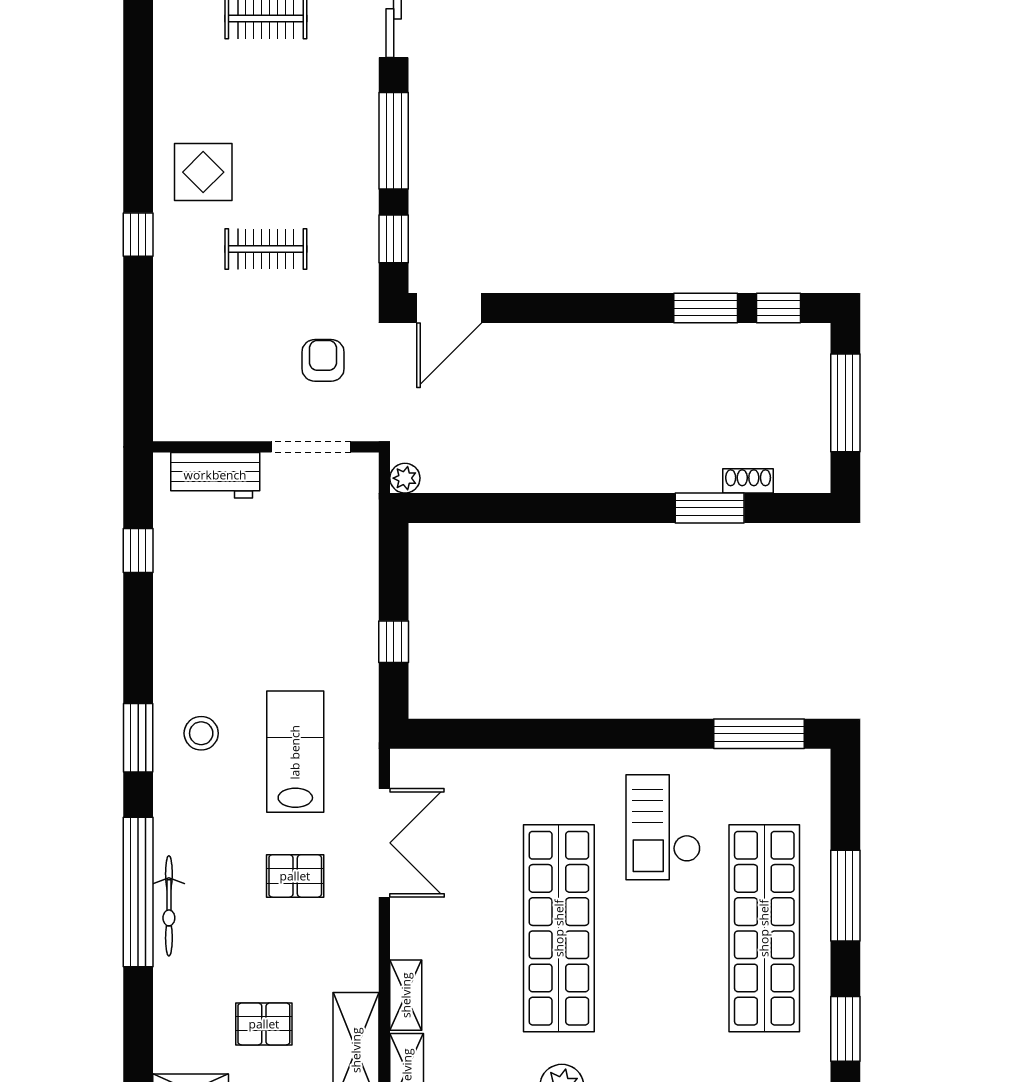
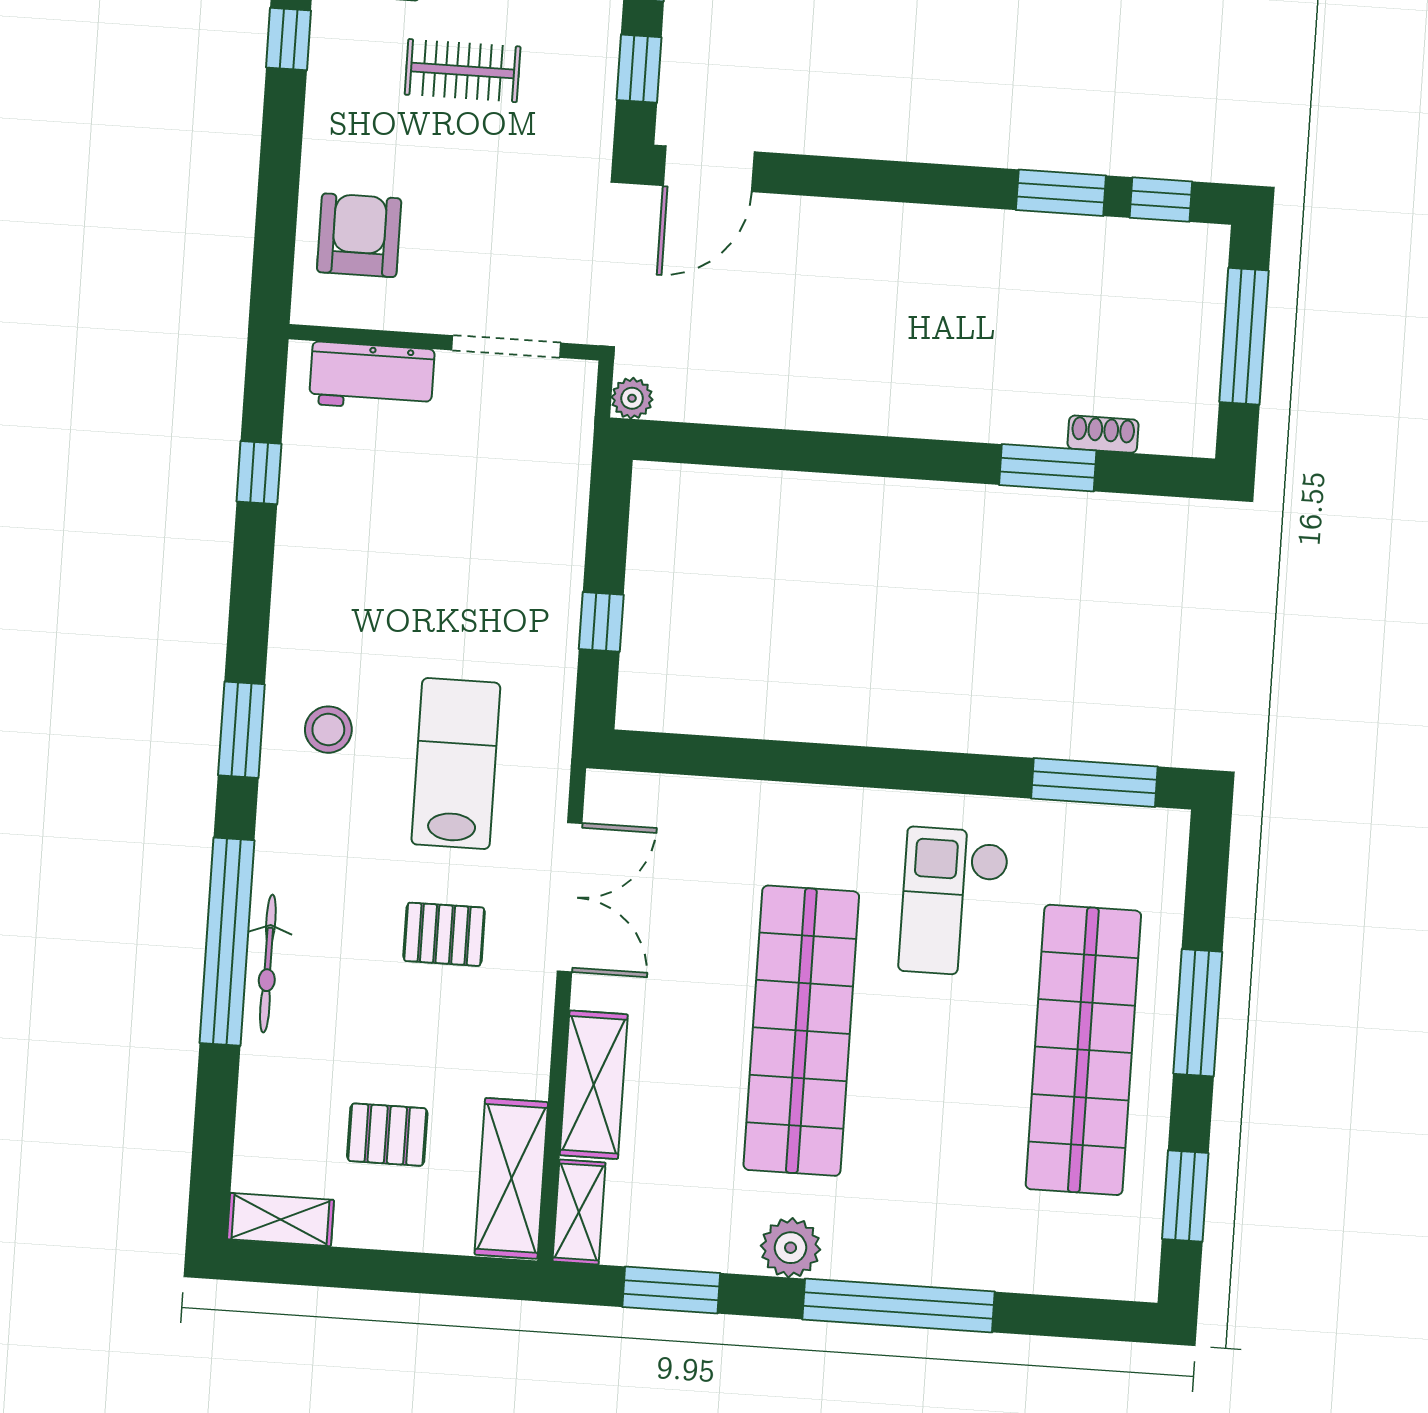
armchair: (323, 360) -> (359, 235), moved, width x1.38, depth x1.38
shelving: (406, 995) -> (594, 1085), width x1.50, depth x1.33

